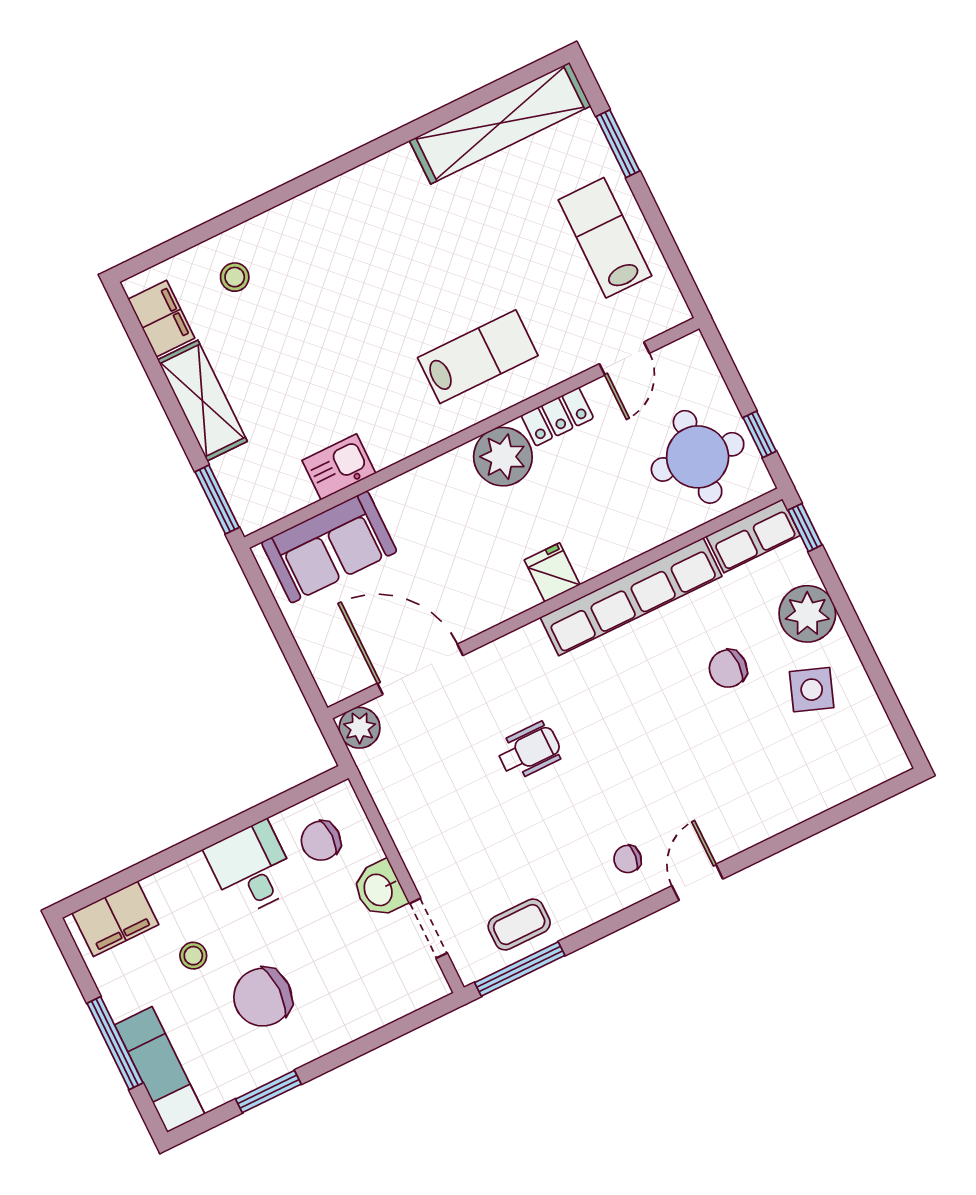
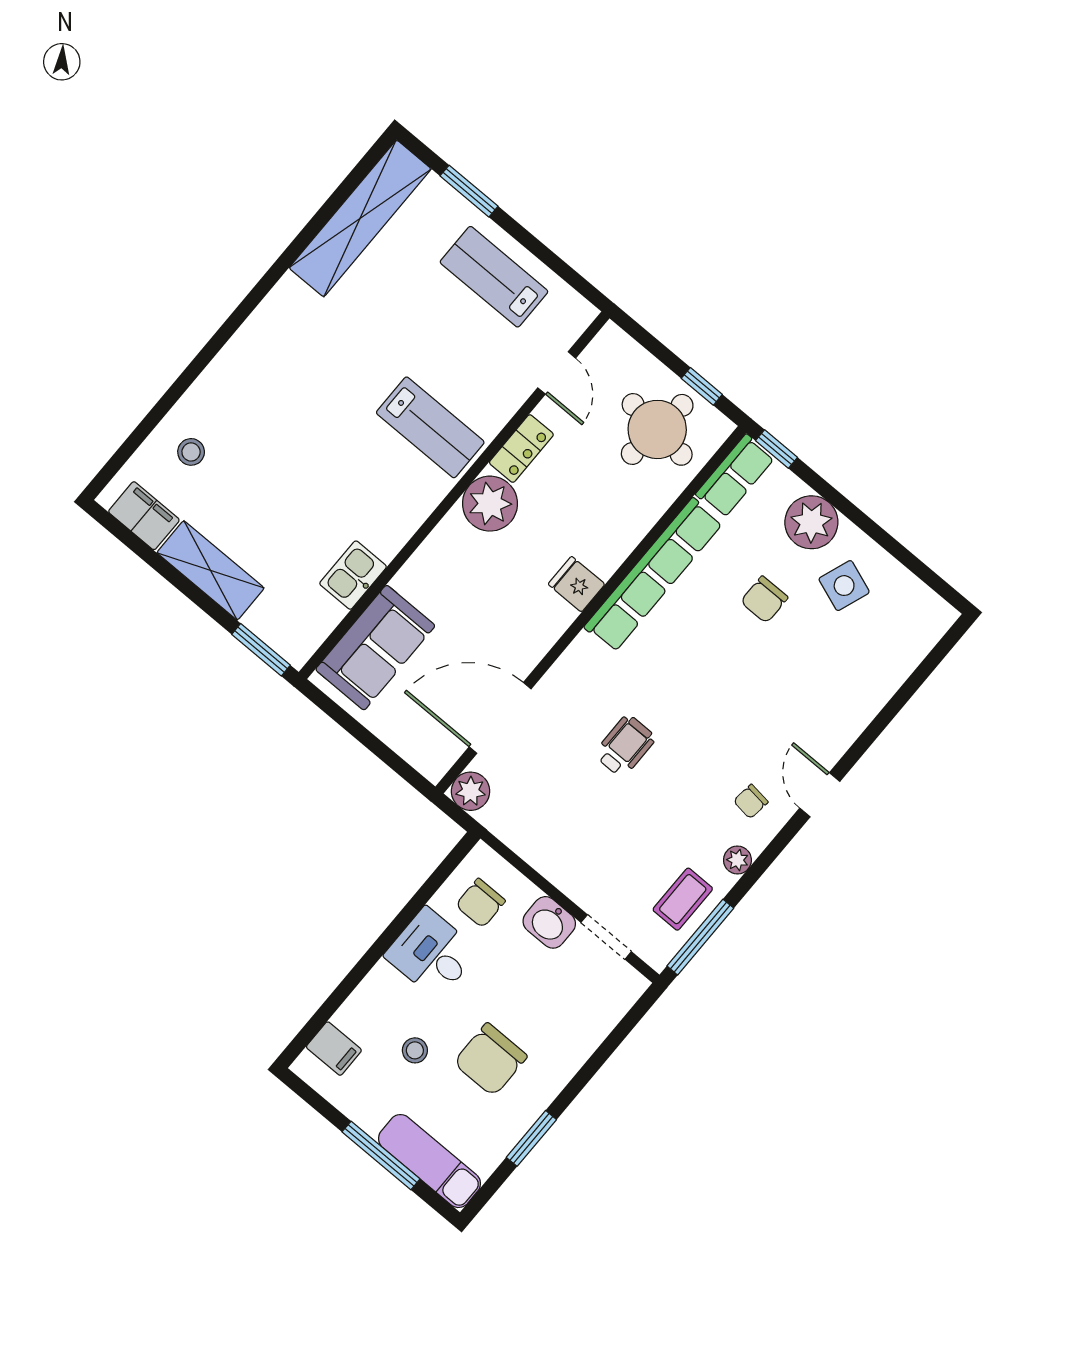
lab bench: (478, 357) -> (430, 427), turned 90
plant: (589, 910) -> (737, 860), added
filing cabinet: (115, 919) -> (334, 1049), width x0.50

